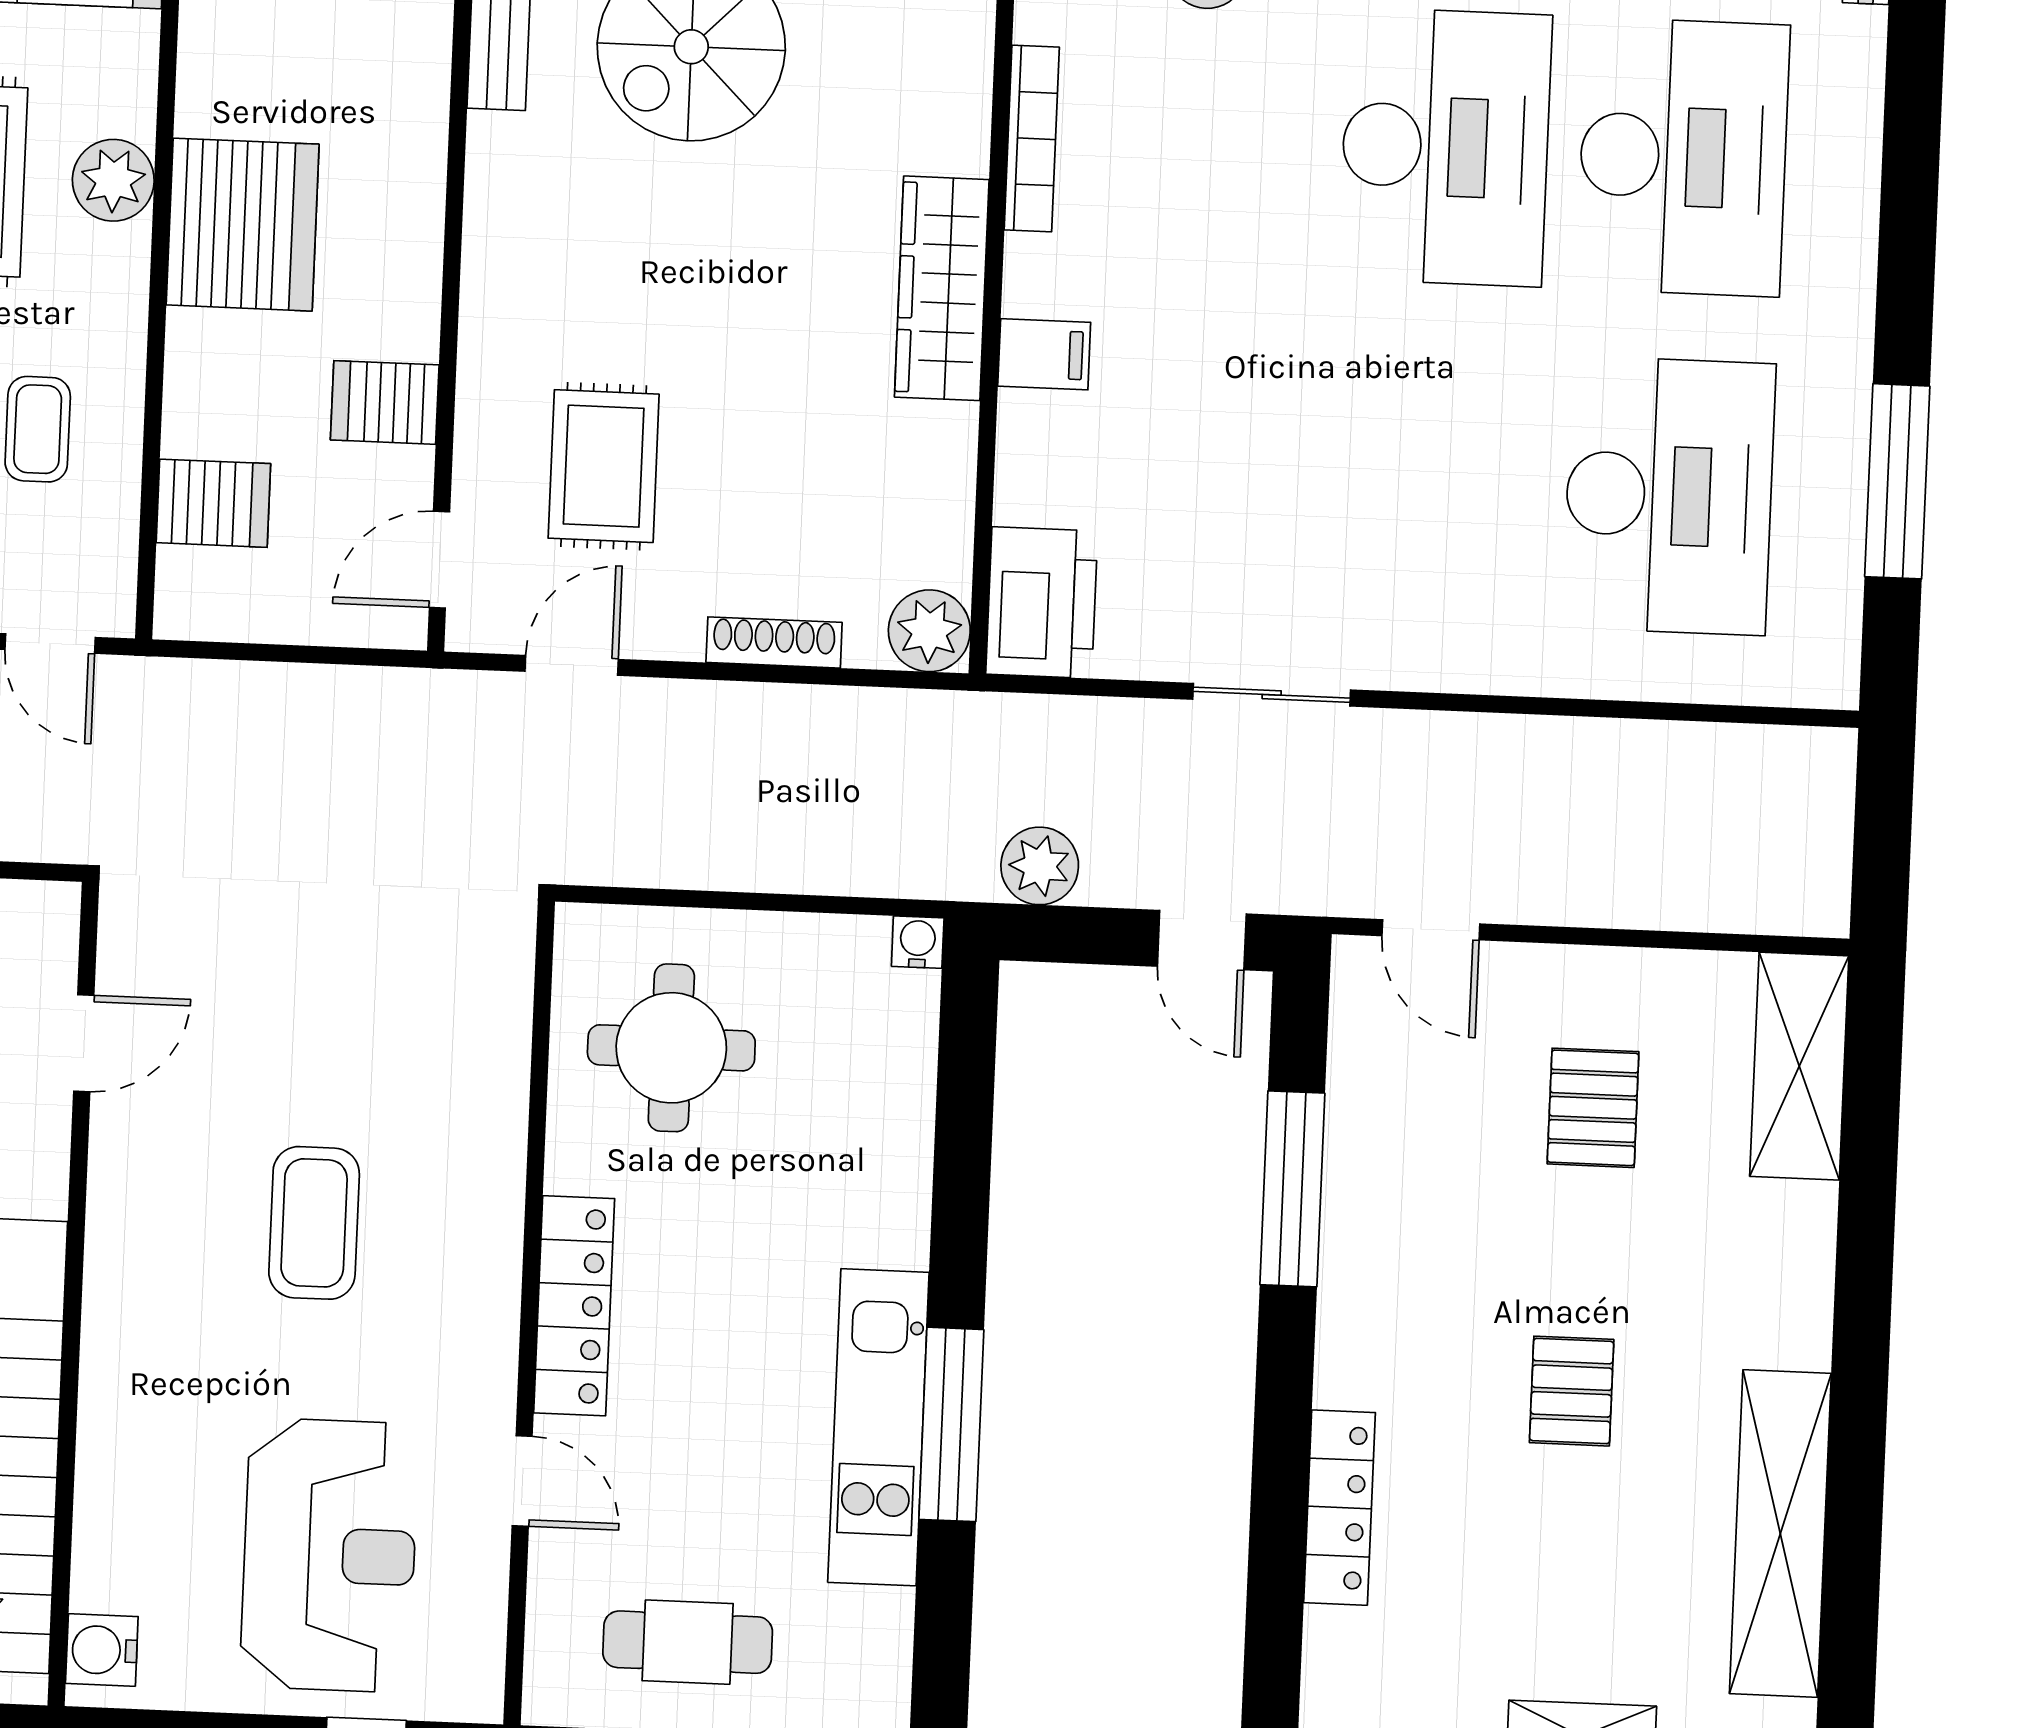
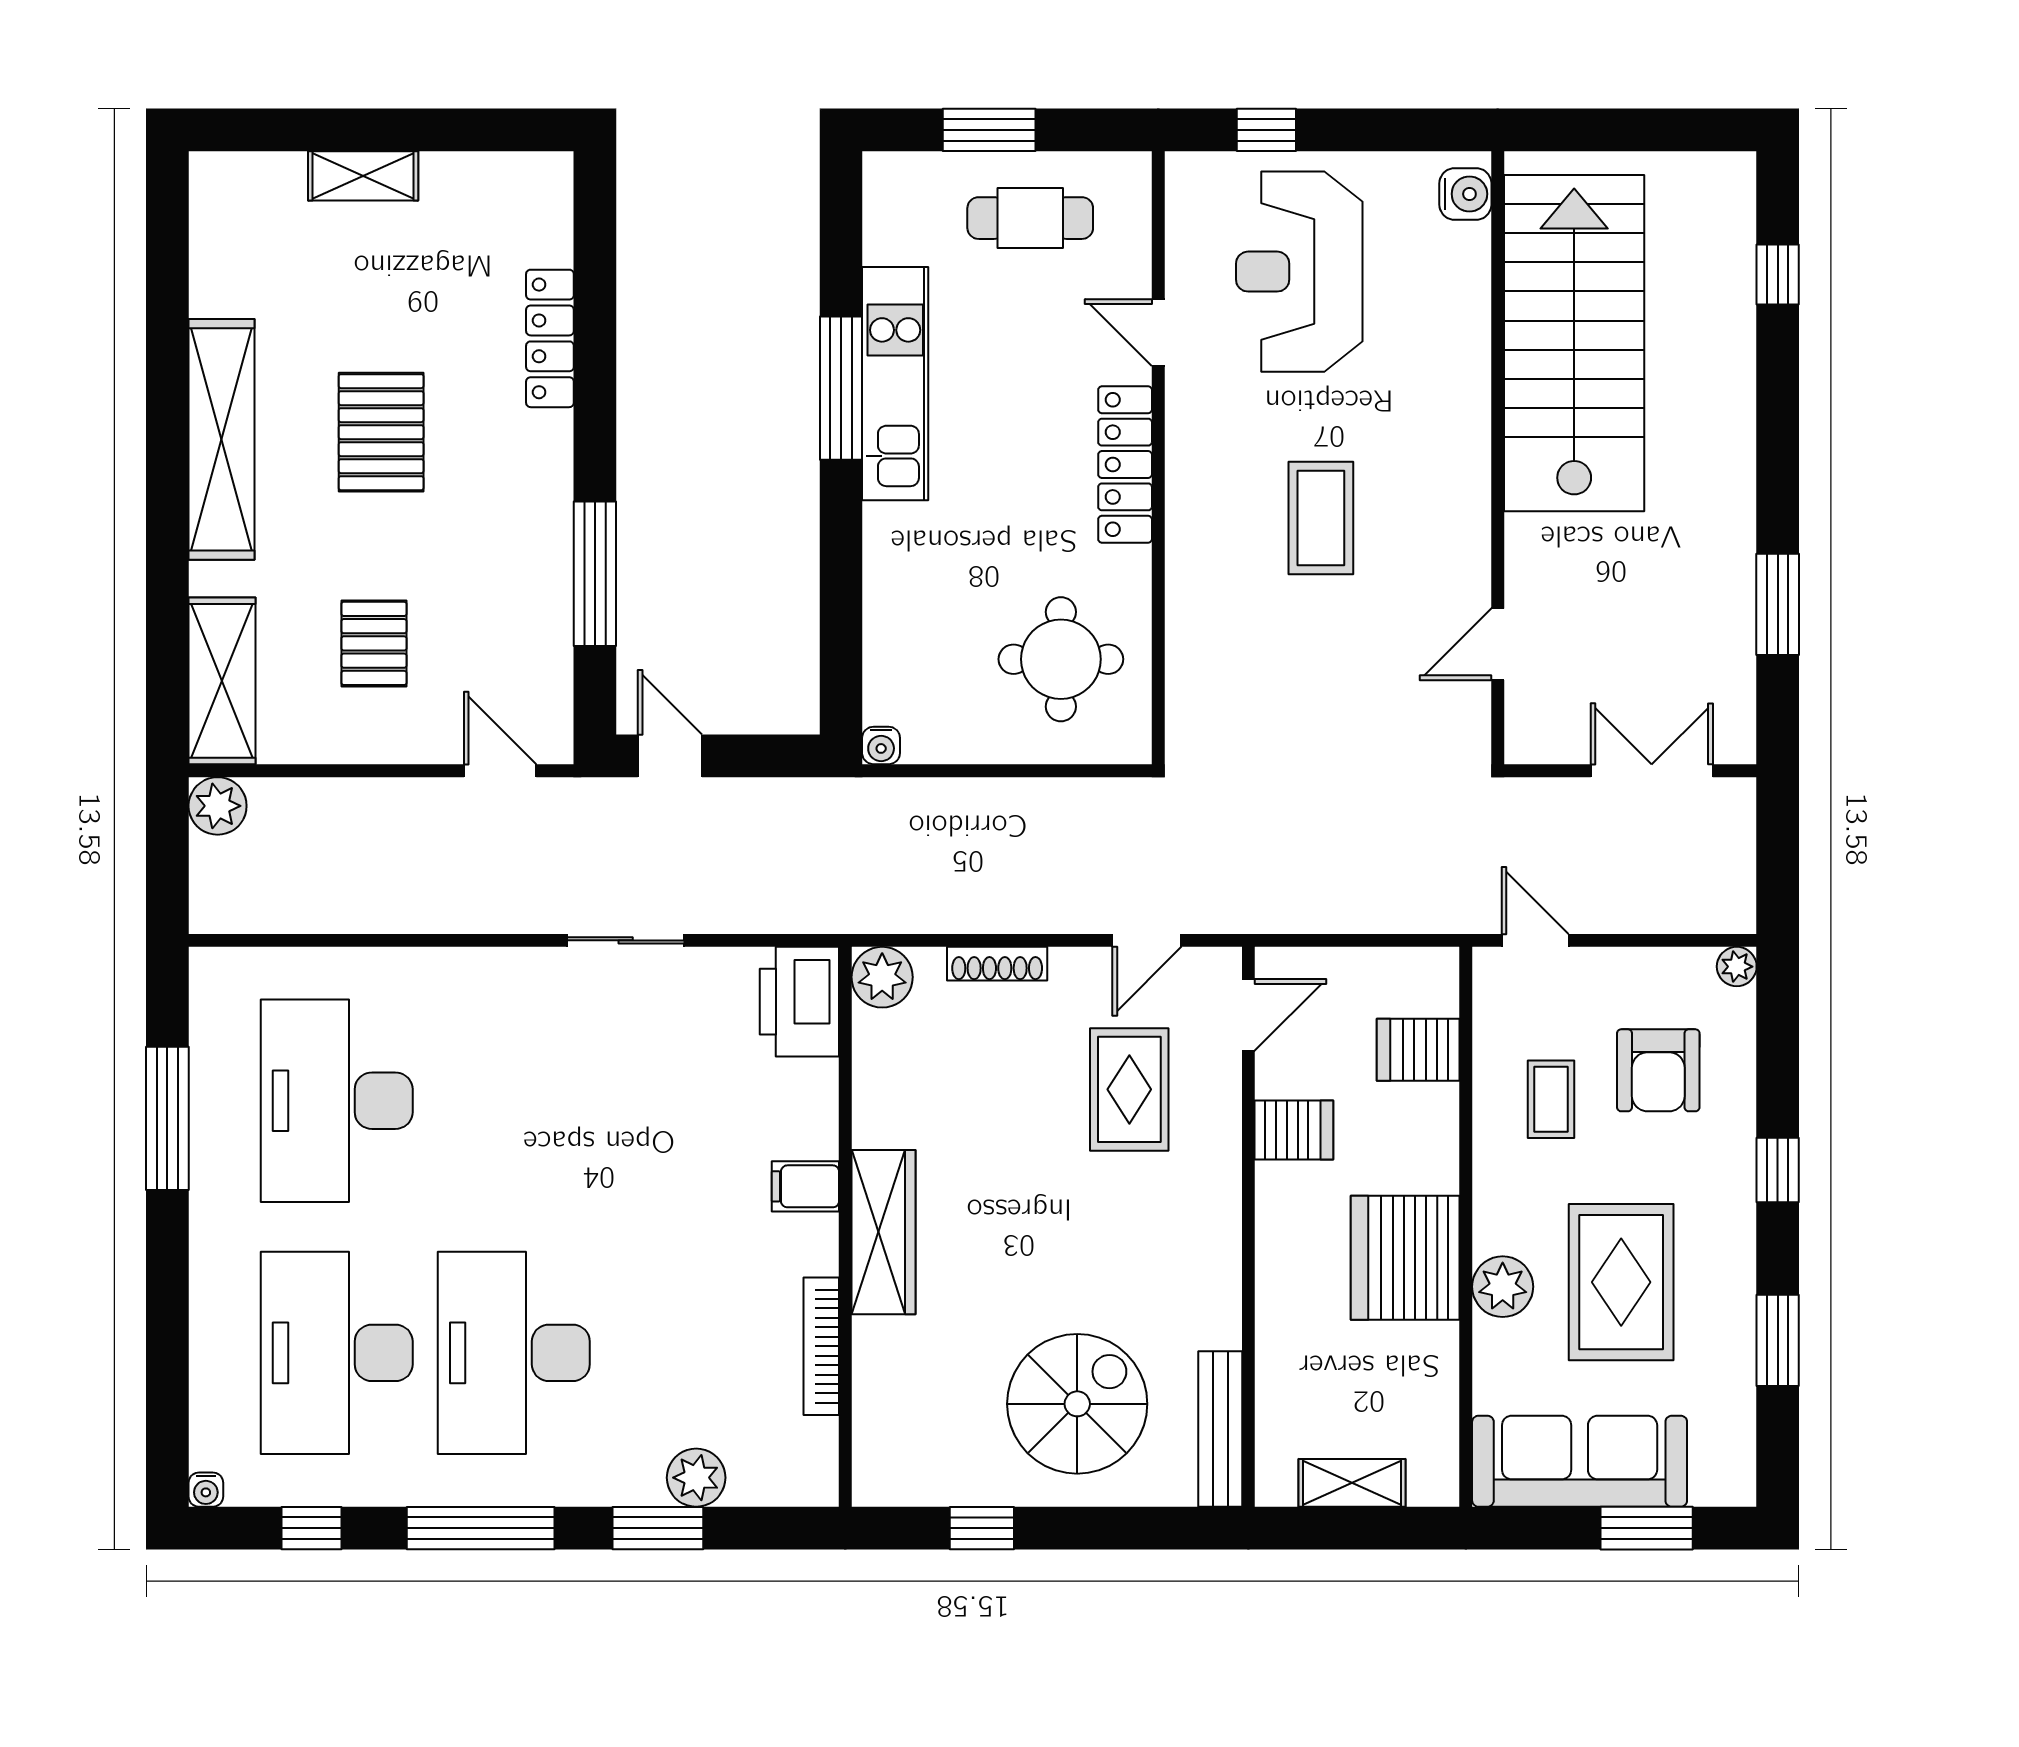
plant: (1040, 866) -> (218, 806), moved
pallet: (1572, 1391) -> (381, 432), width x1.50, depth x1.42
shelving: (1780, 1534) -> (222, 439), moved

